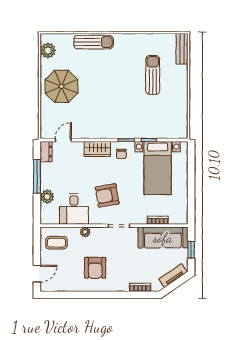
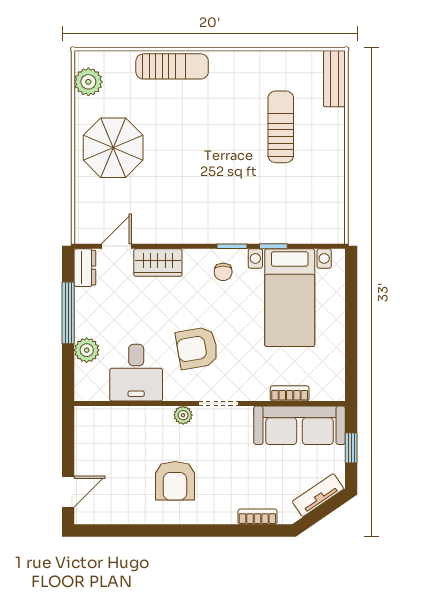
wardrobe: (97, 149) -> (158, 263), moved
plant: (85, 232) -> (183, 415), moved
coffee table: (56, 243) -> (104, 435), removed

